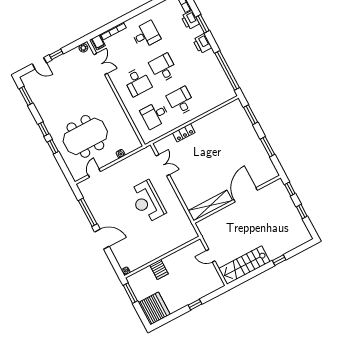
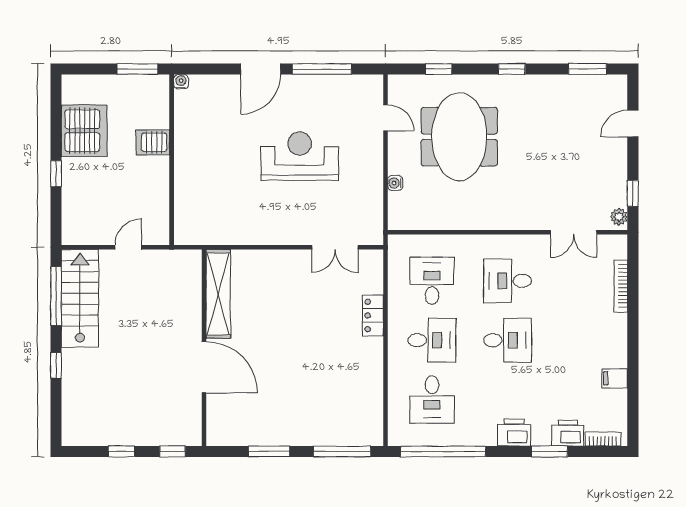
desk: (146, 35) -> (432, 400), moved
filing cabinet: (98, 42) -> (615, 378), moved
window: (56, 54) -> (633, 193), moved
window: (251, 115) -> (342, 451), width x1.44
window: (53, 147) -> (438, 69), moved
reception desk: (147, 202) -> (300, 156), moved
window: (249, 276) -> (56, 296), added
server rack: (154, 309) -> (84, 131), moved, turned -90

